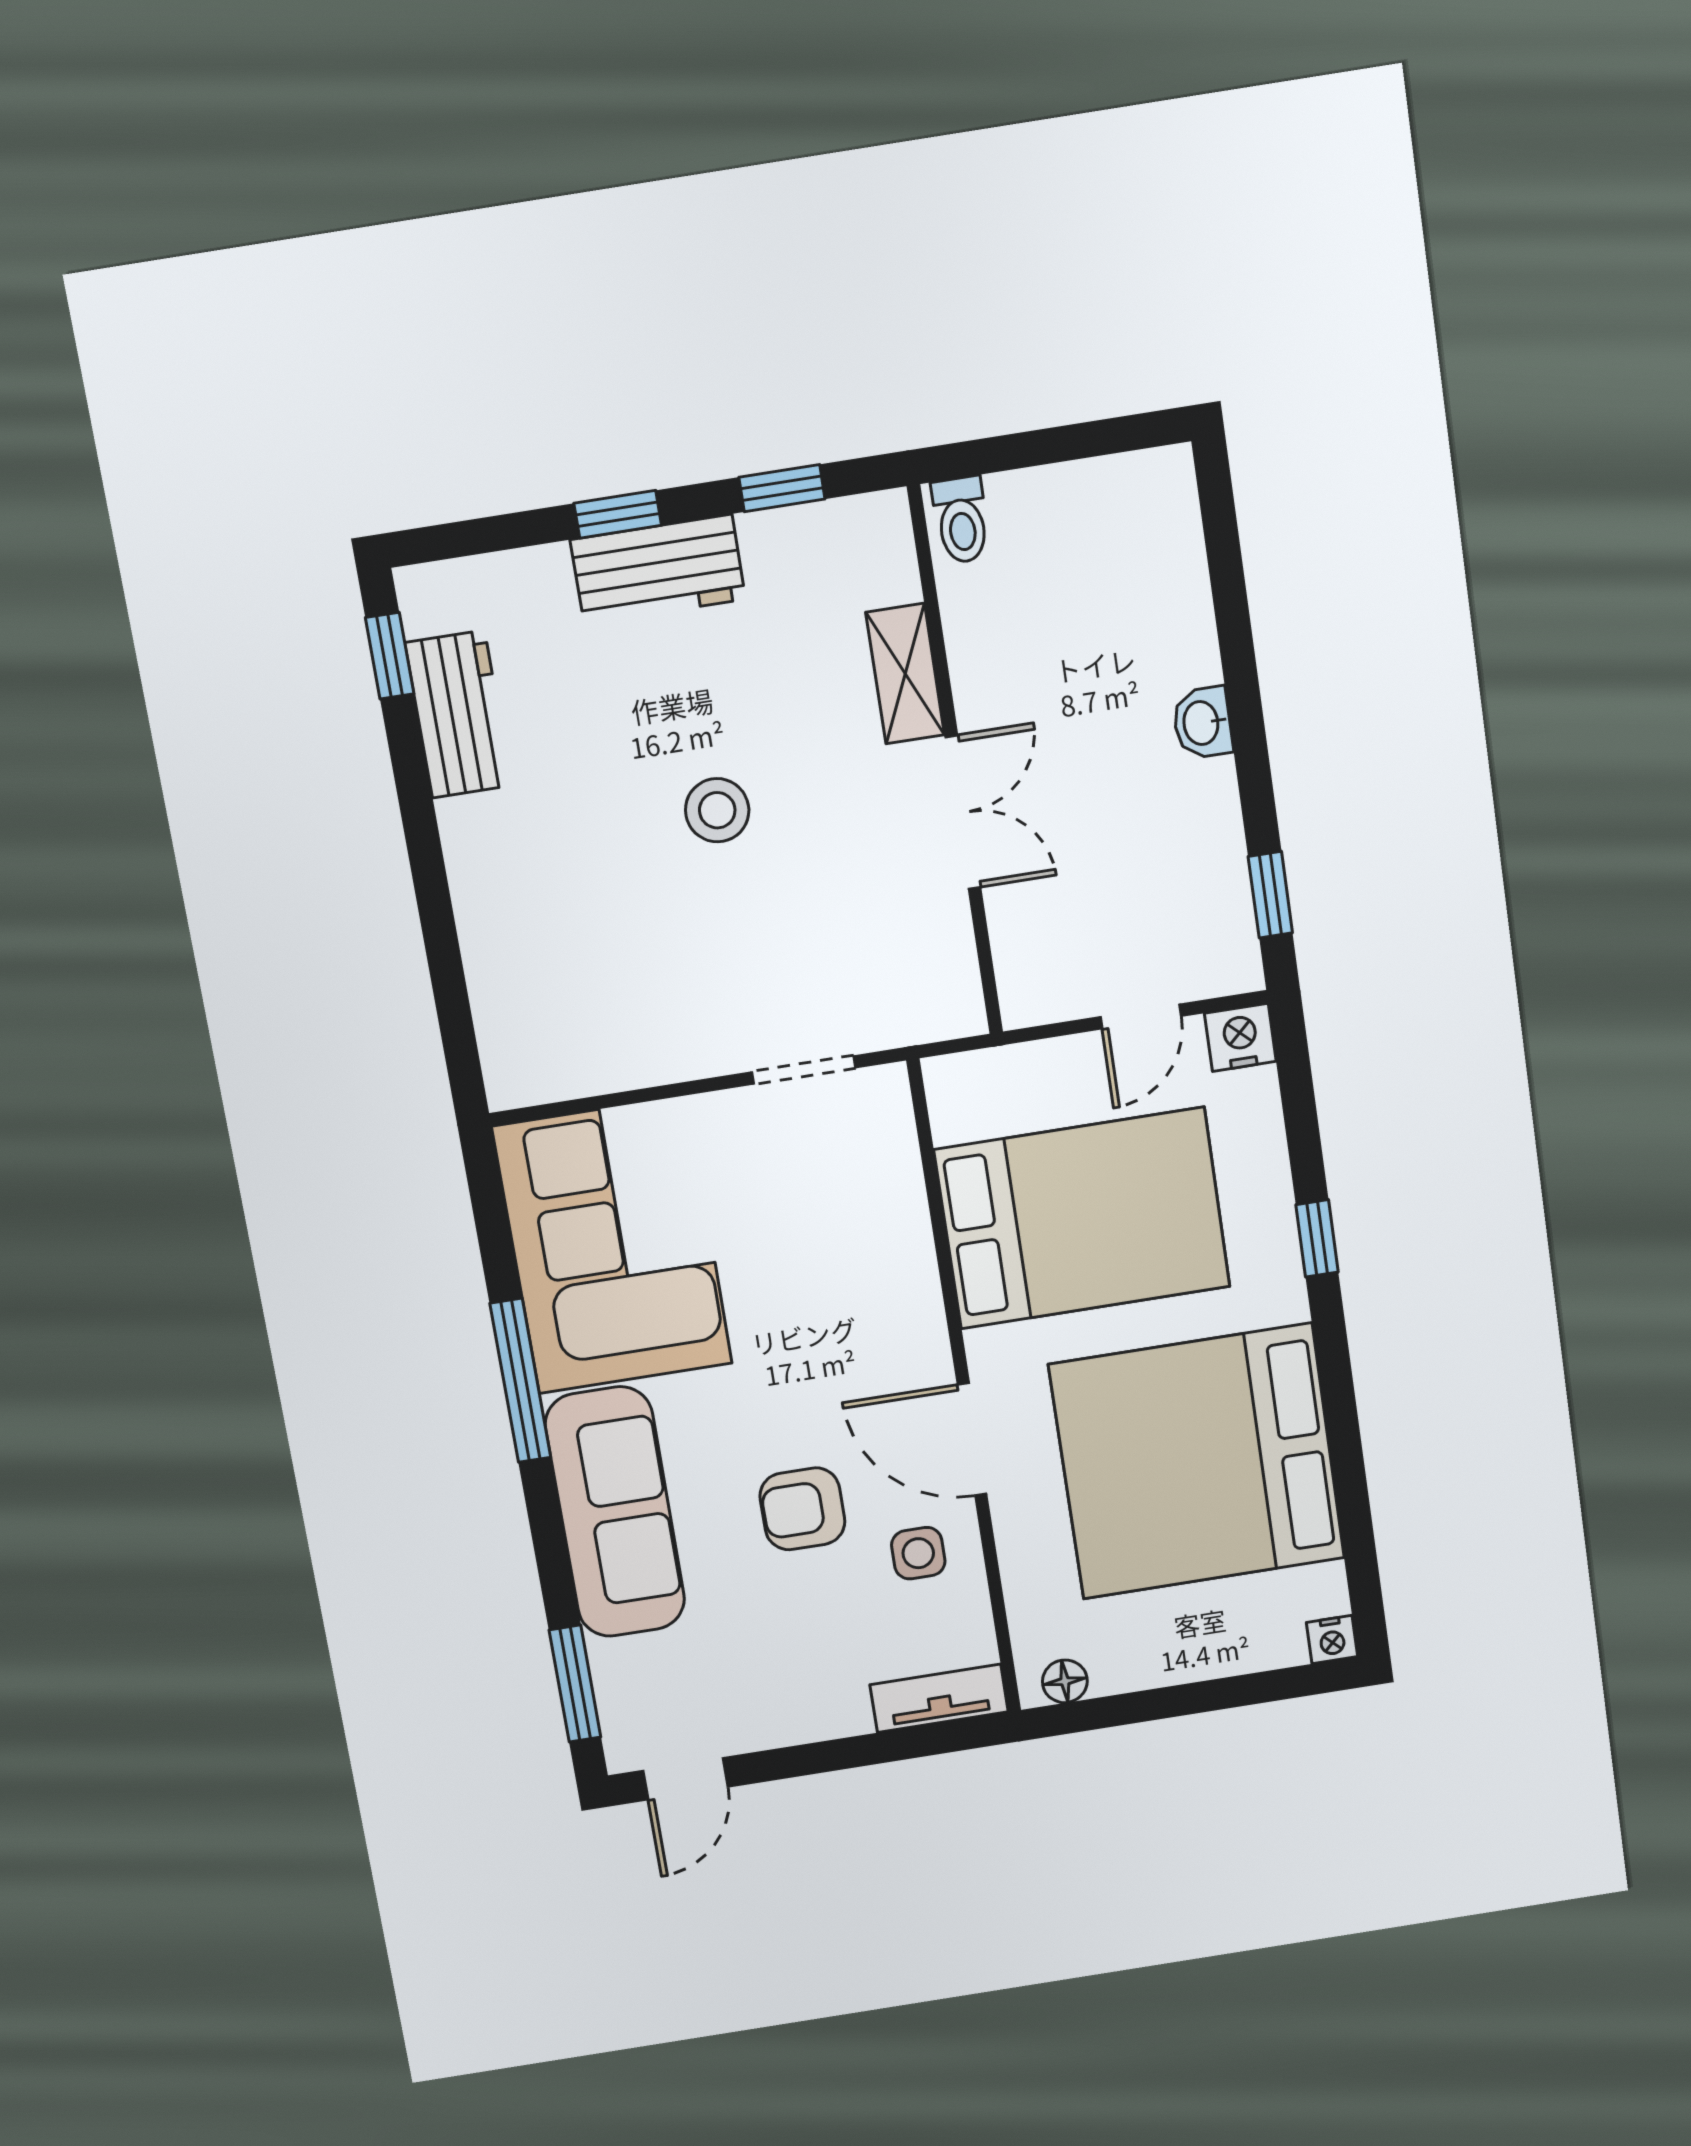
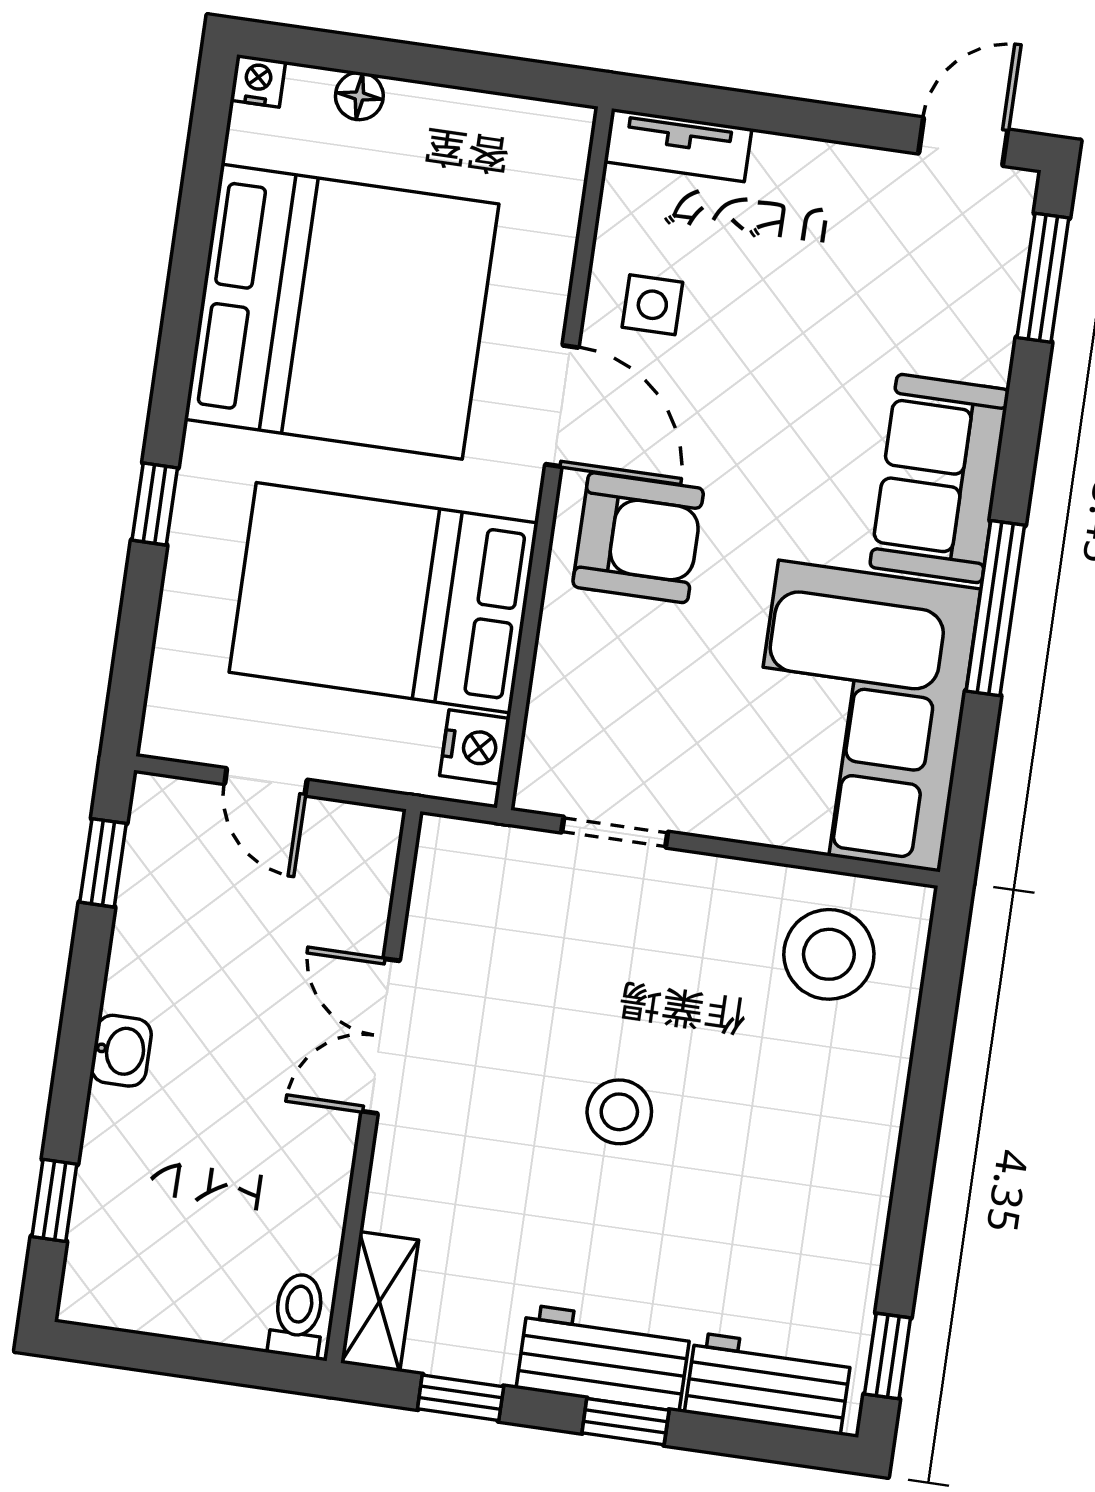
window: (1225, 560) -> (54, 1200), added
shelving: (905, 674) -> (380, 1302), moved
workbench: (458, 714) -> (768, 1384), moved, turned 90
door: (1141, 1017) -> (266, 782), swing flipped
stool: (569, 1018) -> (829, 954), added
nightstand: (1240, 1037) -> (475, 747), moved, turned -90
armchair: (802, 1509) -> (638, 538), moved, width x1.38, depth x1.38
sofa: (615, 1512) -> (939, 479), width x0.73
floor lamp: (1065, 1681) -> (359, 96), moved

